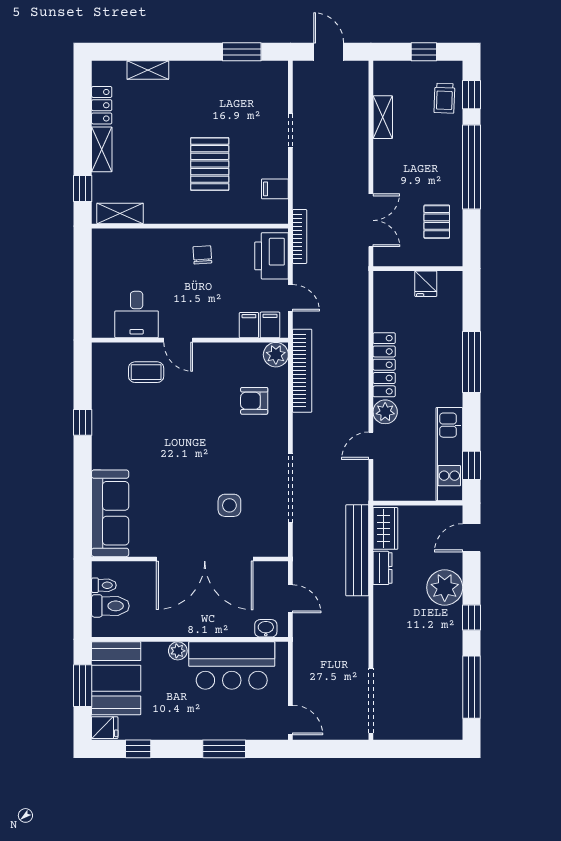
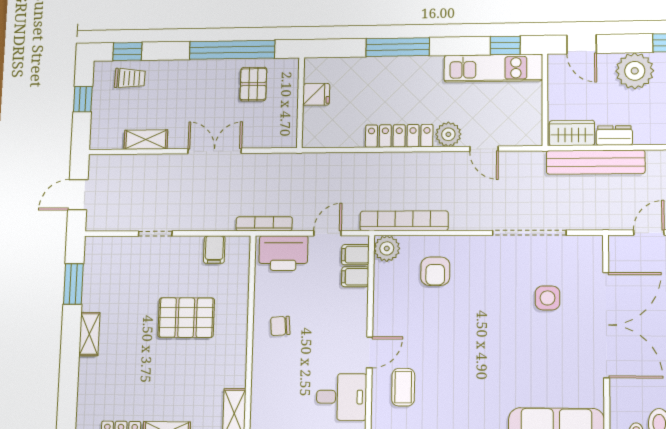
shelving: (148, 70) -> (89, 334), moved
window: (471, 167) -> (232, 50), moved
double door: (371, 220) -> (215, 151), moved
pallet: (437, 222) -> (253, 84), turned 90

